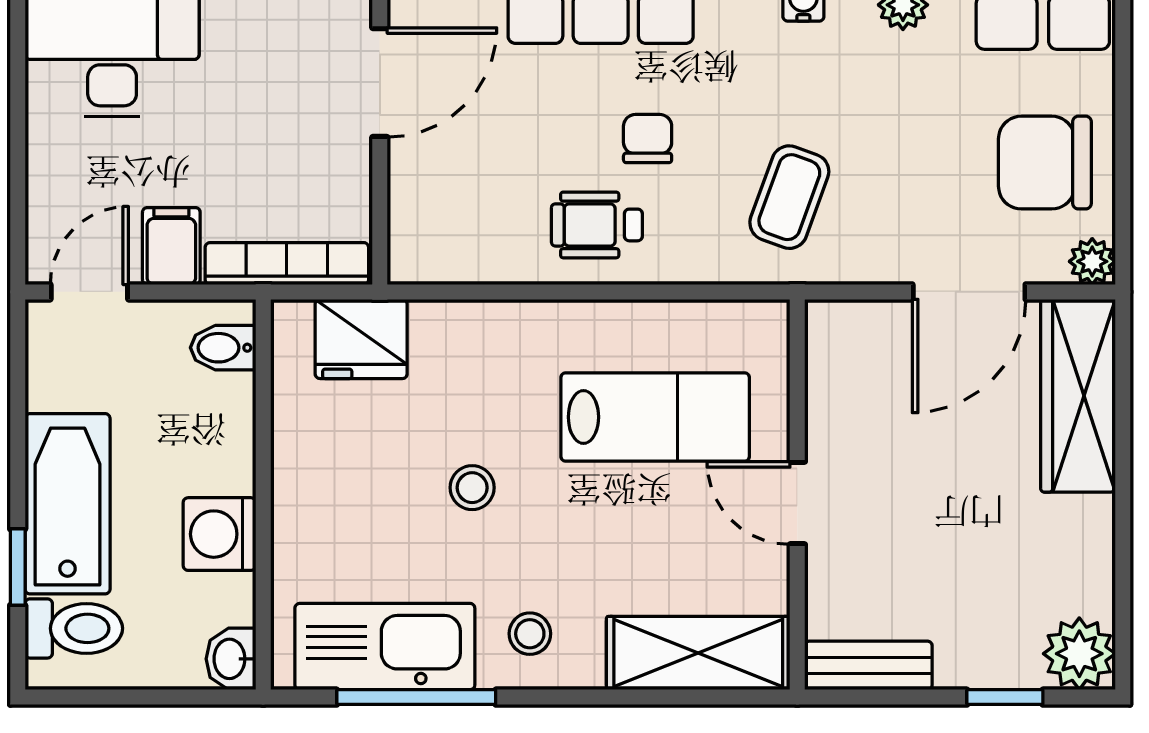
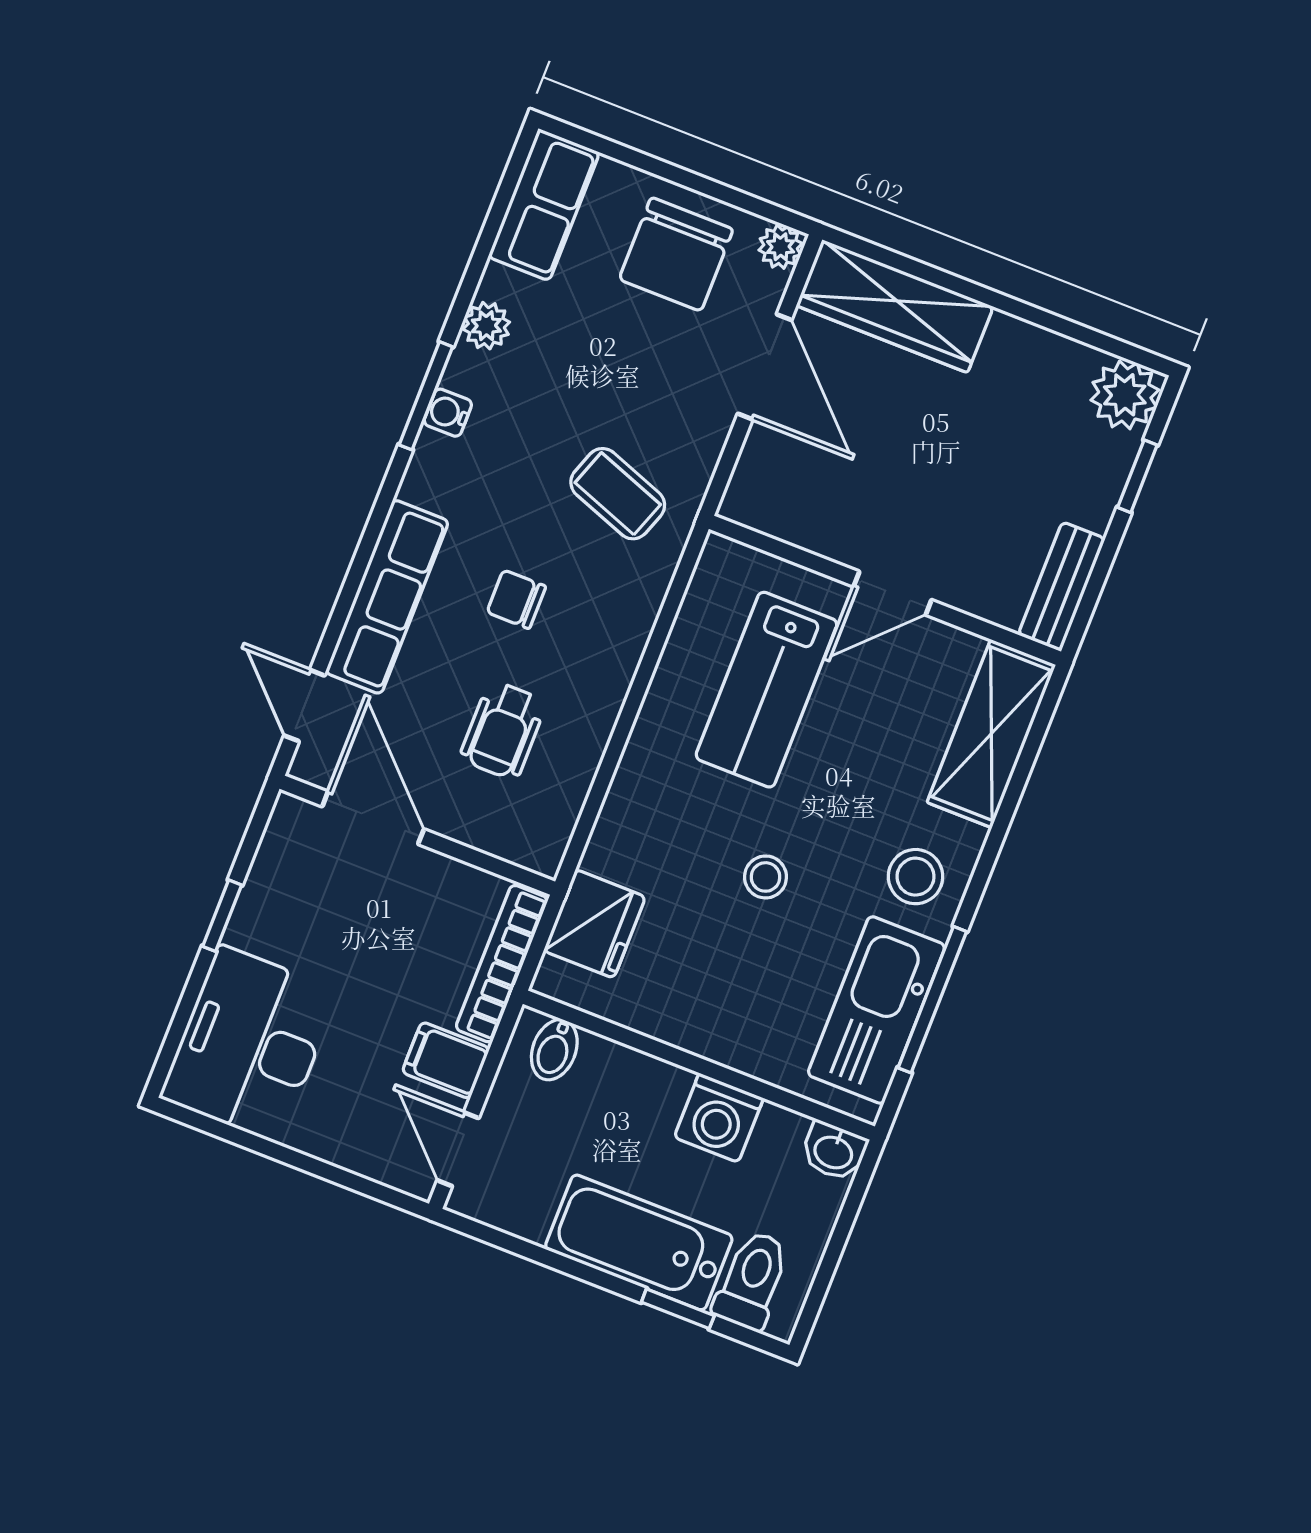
wheelchair: (597, 225) -> (503, 730), moved
lab bench: (655, 417) -> (766, 690), turned 180
stool: (530, 634) -> (916, 877), width x1.37, depth x1.37

